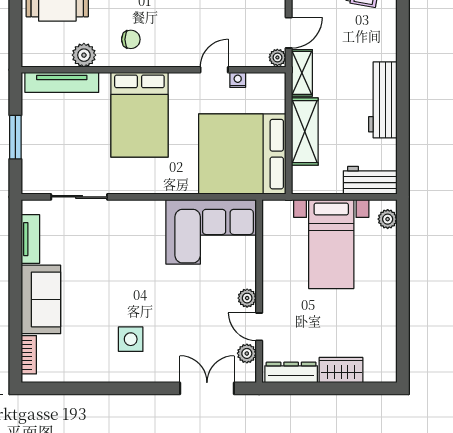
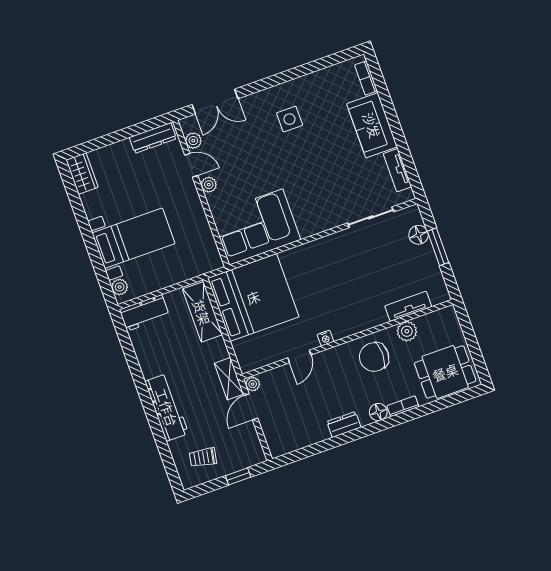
chair: (131, 39) -> (374, 357), width x1.87, depth x1.87
nightstand: (238, 80) -> (325, 338), moved
tv unit: (62, 82) -> (408, 306), width x0.71
workbench: (383, 100) -> (167, 407), moved
bed: (139, 115) -> (346, 300), removed
shelving: (305, 132) -> (202, 312), moved
floor lamp: (32, 158) -> (419, 235), added
bed with nightstands: (331, 244) -> (133, 238), moved, turned 90
wardrobe: (341, 370) -> (82, 174), moved, turned -90

